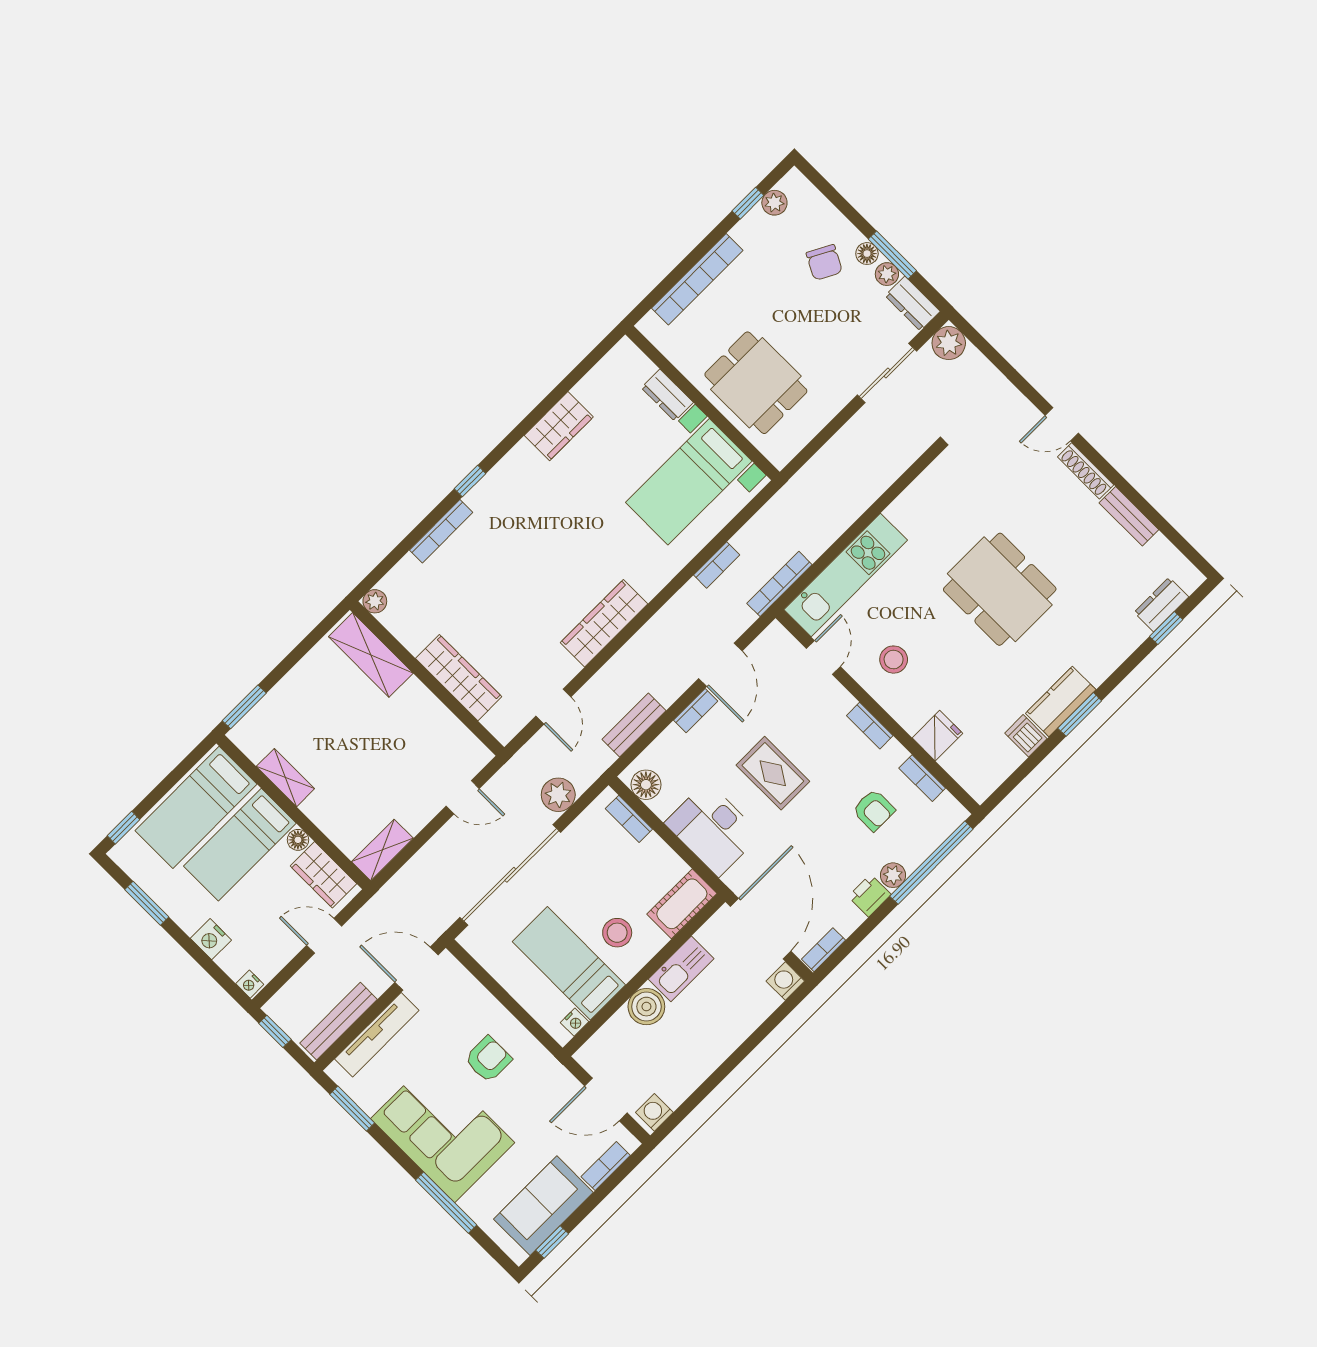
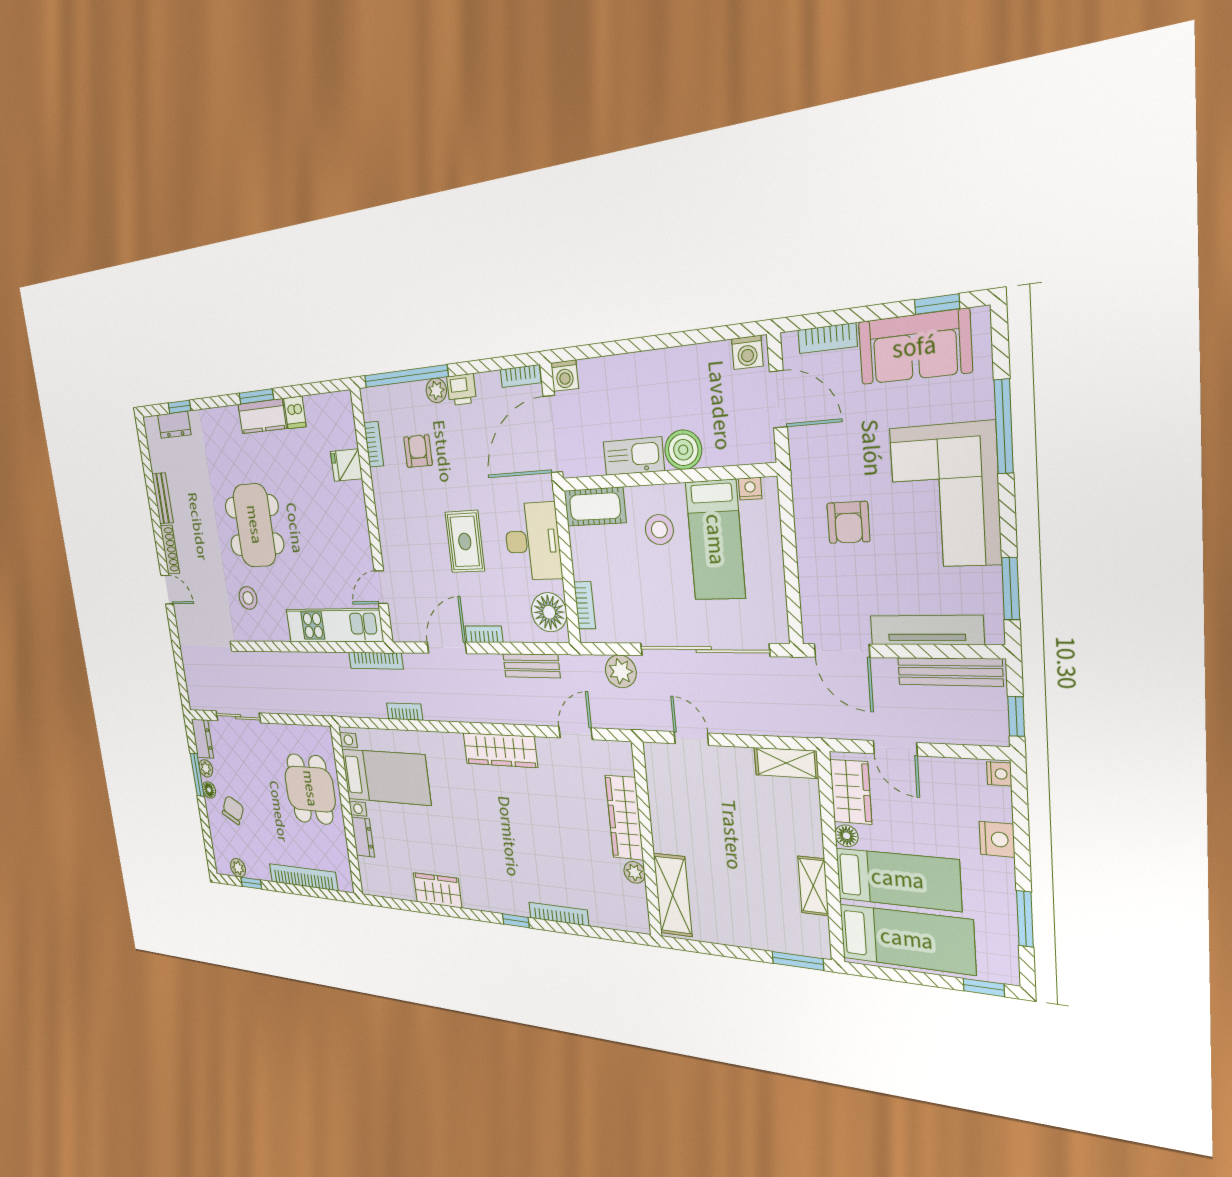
plant: (949, 343) -> (197, 698), removed
plant: (375, 601) -> (634, 872), moved
stool: (894, 660) -> (248, 598), moved
bookcase: (870, 726) -> (383, 513), removed
floor lamp: (646, 785) -> (549, 612), width x1.38, depth x1.38
armchair: (488, 1059) -> (848, 522), turned -90

